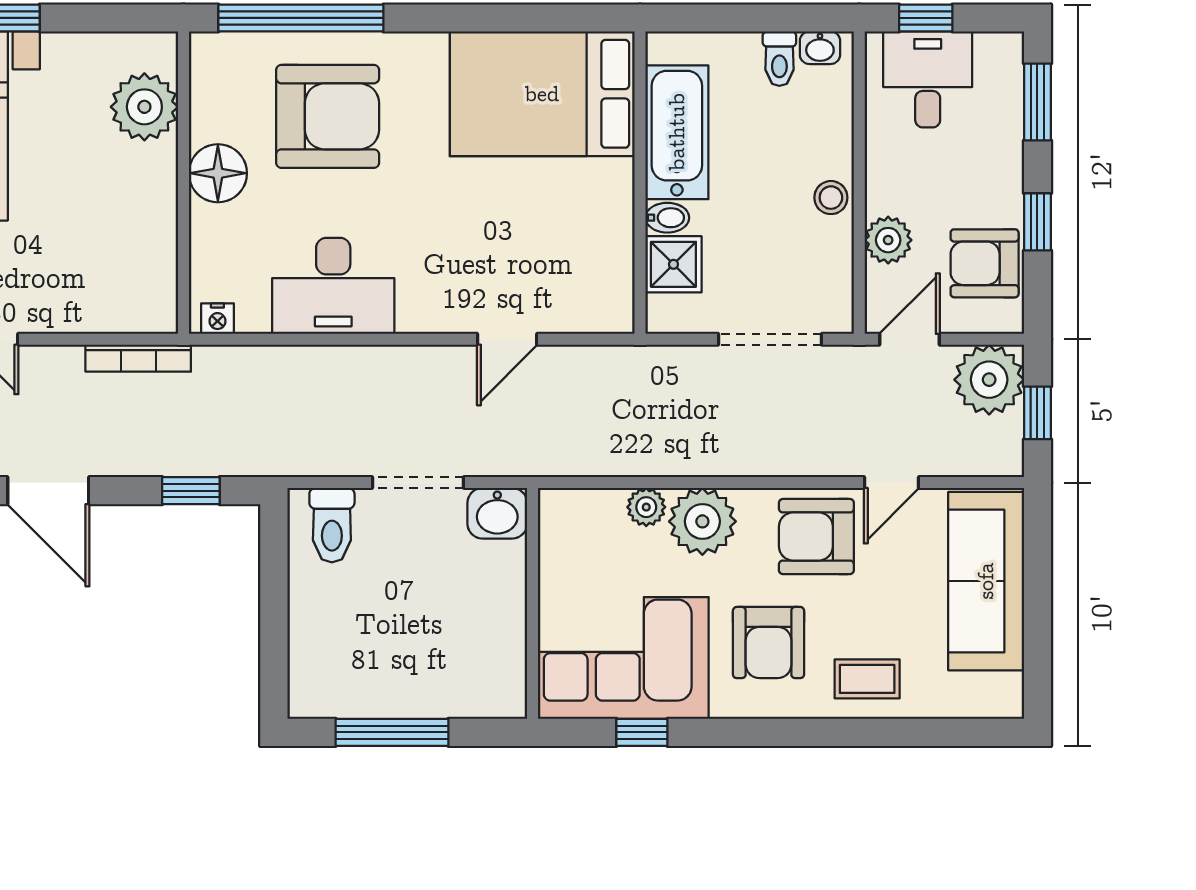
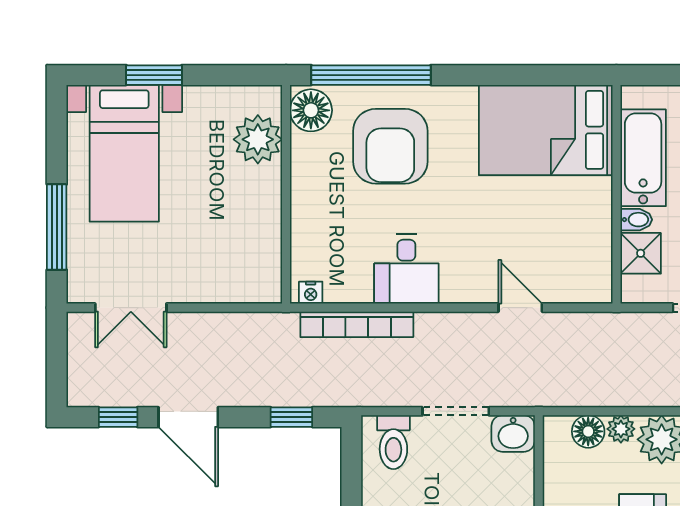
armchair: (328, 116) -> (390, 146), turned 90
floor lamp: (218, 173) -> (311, 110), moved
desk: (333, 286) -> (406, 269), width x0.73
door: (507, 339) -> (520, 308), swing flipped
bookcase: (138, 358) -> (357, 324), moved, width x1.48, depth x1.31
floor lamp: (601, 510) -> (588, 431), added

